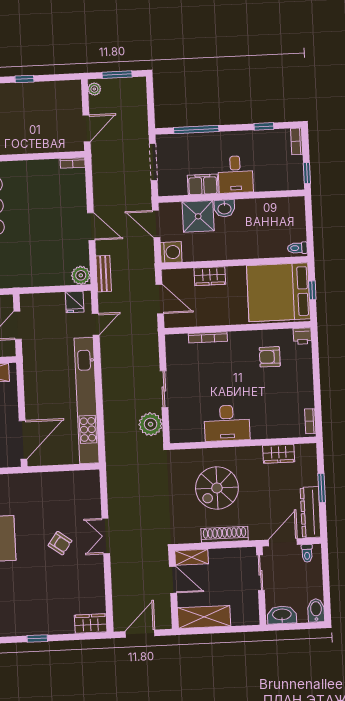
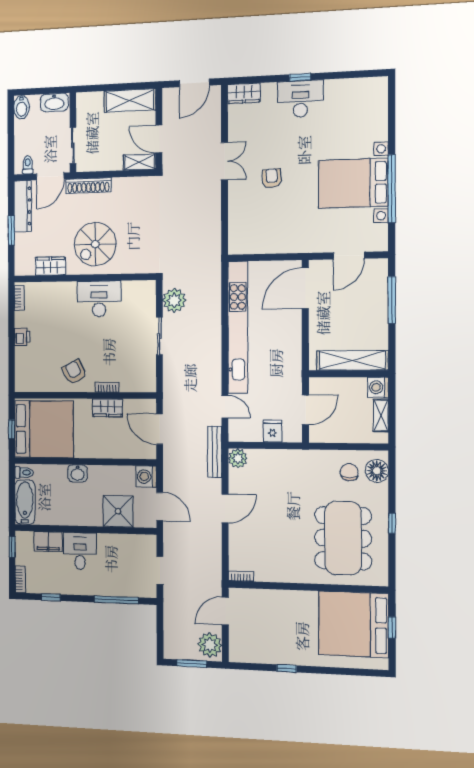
plant: (94, 89) -> (210, 645), width x1.88, depth x1.88
doorway: (153, 162) -> (160, 570), width x0.73
filing cabinet: (203, 184) -> (48, 542), moved
washbasin: (224, 208) -> (78, 473), moved, turned 180
bathtub: (295, 219) -> (25, 502), added
door: (91, 227) -> (225, 508), swing flipped
bench: (104, 274) -> (215, 452), width x1.36
wardrobe: (210, 276) -> (108, 408), moved, turned 180
fridge: (75, 302) -> (272, 431), moved
door: (96, 324) -> (225, 406), swing flipped
printer: (302, 336) -> (22, 337), moved, turned 90
bookcase: (208, 337) -> (107, 387), width x0.64
armchair: (270, 357) -> (75, 372), moved, turned -118
spiral stairs: (217, 488) -> (95, 244), moved, turned 180
shoe rack: (225, 535) -> (88, 186), moved
double door: (106, 536) -> (224, 161), moved
armchair: (60, 543) -> (272, 178), turned 50
desk: (36, 618) -> (300, 99), added

